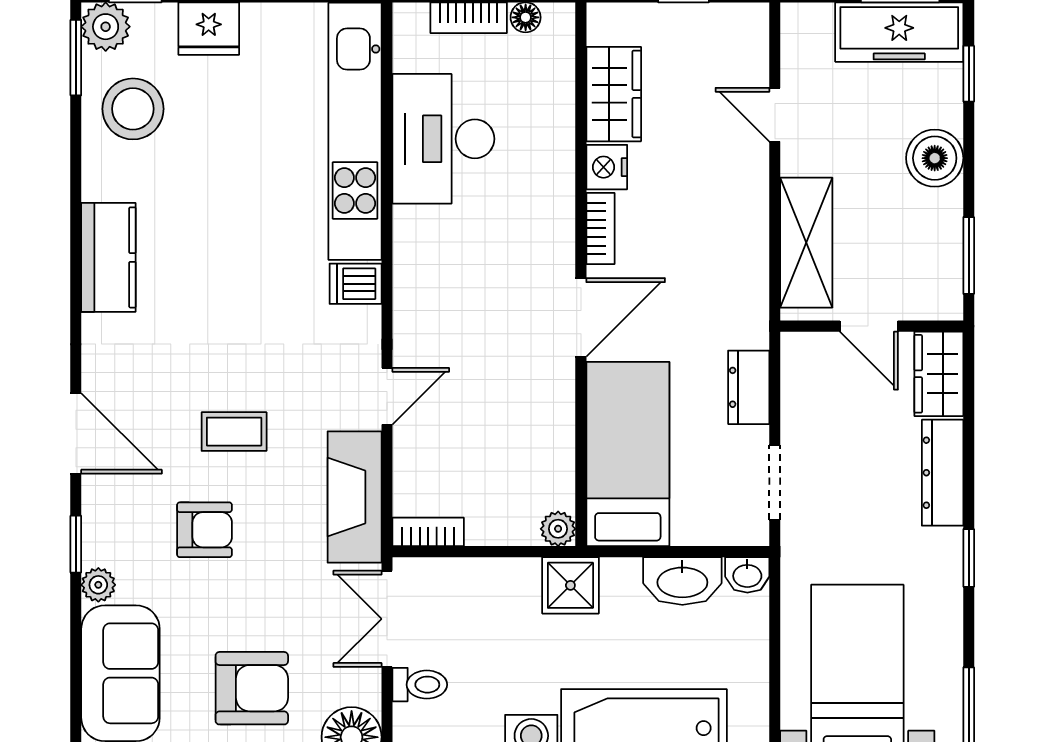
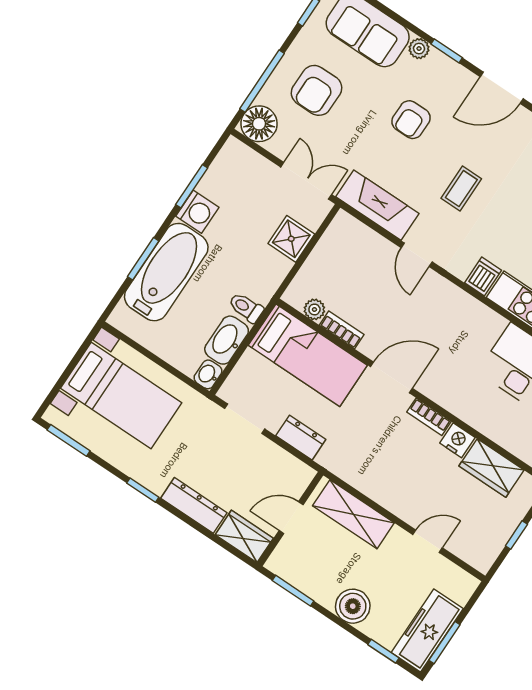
door: (581, 317) -> (391, 377), swing flipped
coffee table: (234, 432) -> (461, 188), moved
plant: (558, 529) -> (314, 309), moved
bookcase: (428, 532) -> (342, 330), moved, turned -90
shower: (570, 585) -> (291, 239), moved
toilet: (420, 685) -> (246, 308), moved, turned 90

